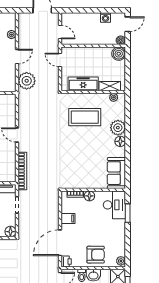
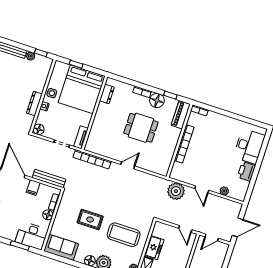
door: (60, 60) -> (185, 229), swing flipped
freezer: (83, 84) -> (154, 248), width x0.71
coffee table: (85, 117) -> (124, 235), turned 90
rug: (81, 154) -> (90, 219), added
bench: (54, 206) -> (49, 179), added

